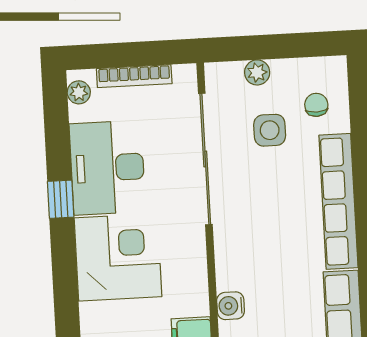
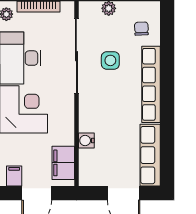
side table: (270, 130) -> (110, 60), moved

